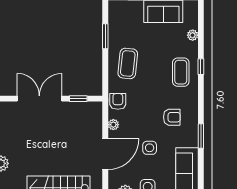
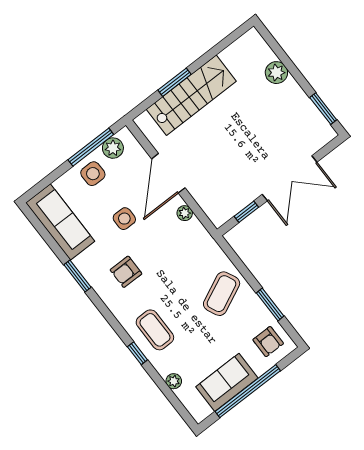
coffee table: (128, 63) -> (222, 294), turned 59
armchair: (118, 101) -> (268, 342), moved

